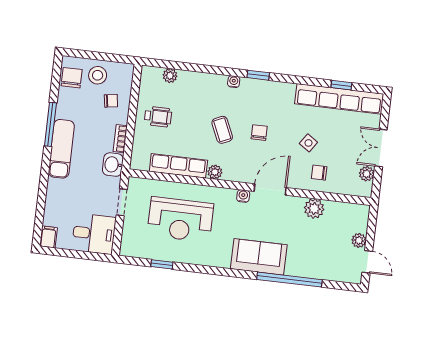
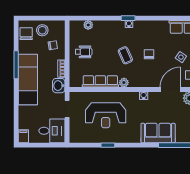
window: (258, 75) -> (128, 18), moved
exam couch: (61, 149) -> (28, 79), width x1.36, depth x1.45
door: (270, 189) -> (170, 89), moved
window: (162, 264) -> (108, 145), moved

